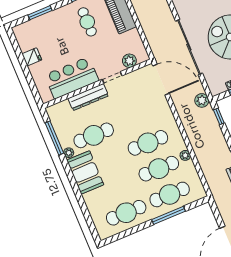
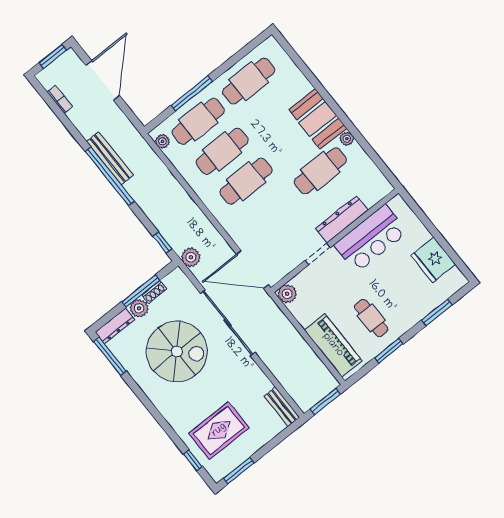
fridge: (32, 57) -> (433, 260), width x1.88, depth x1.34
plant: (129, 61) -> (287, 294), moved
window: (54, 138) -> (371, 153), removed
plant: (185, 155) -> (162, 141), moved

